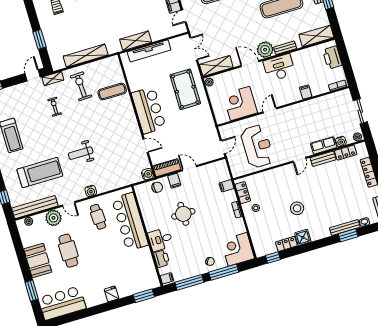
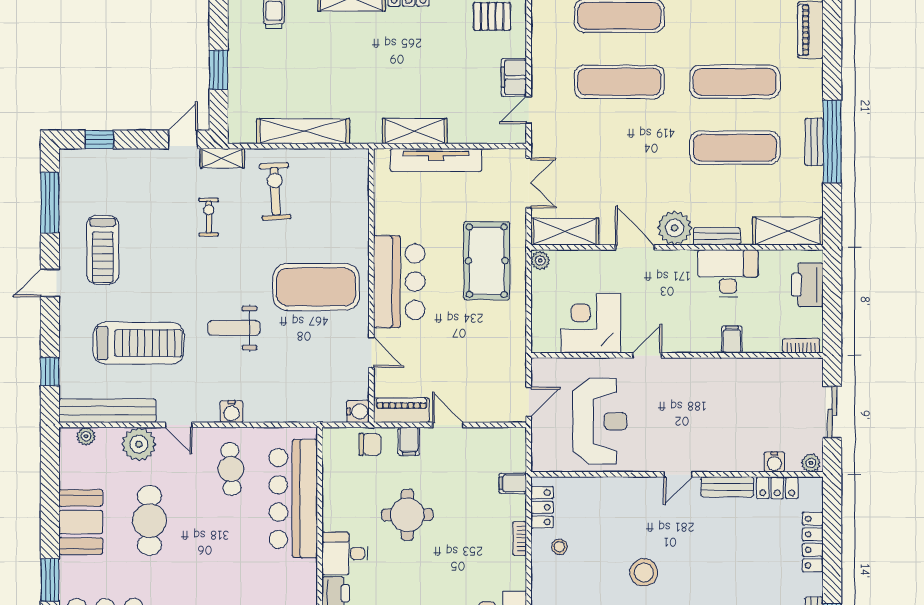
desk: (279, 68) -> (728, 273), moved
exercise mat: (112, 92) -> (316, 287), moved, width x2.00, depth x1.45
row of seats: (324, 145) -> (736, 460), removed

